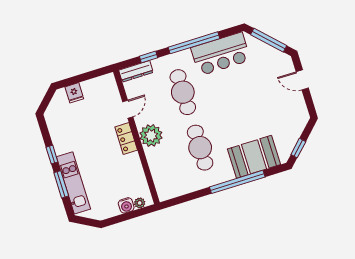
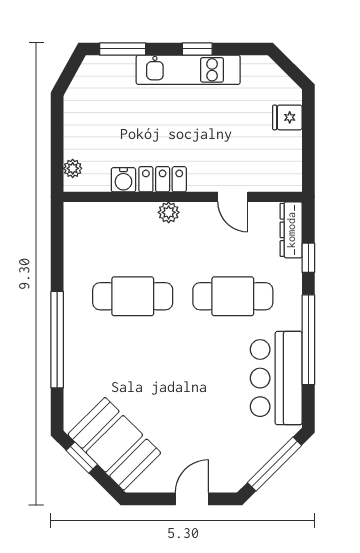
plant: (151, 135) -> (169, 212), width x0.53, depth x0.53
locker: (126, 139) -> (163, 179), moved
booth: (254, 157) -> (114, 444), moved, turned -45
kitchen unit: (73, 183) -> (188, 70), moved
window: (61, 184) -> (123, 49), moved
water cooler: (126, 205) -> (123, 180), moved, turned -90

